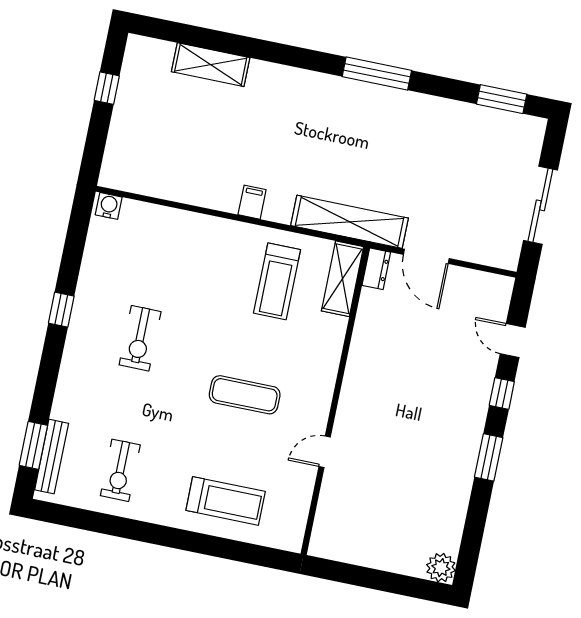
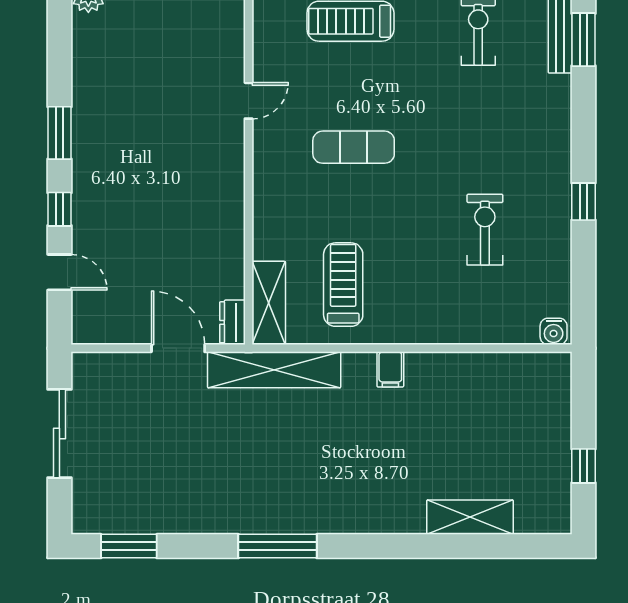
exercise bike: (140, 338) -> (485, 230), moved

